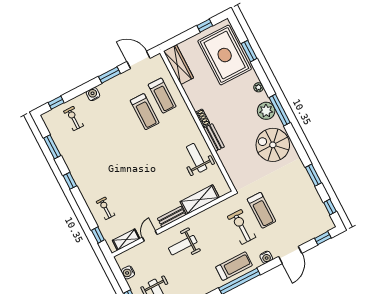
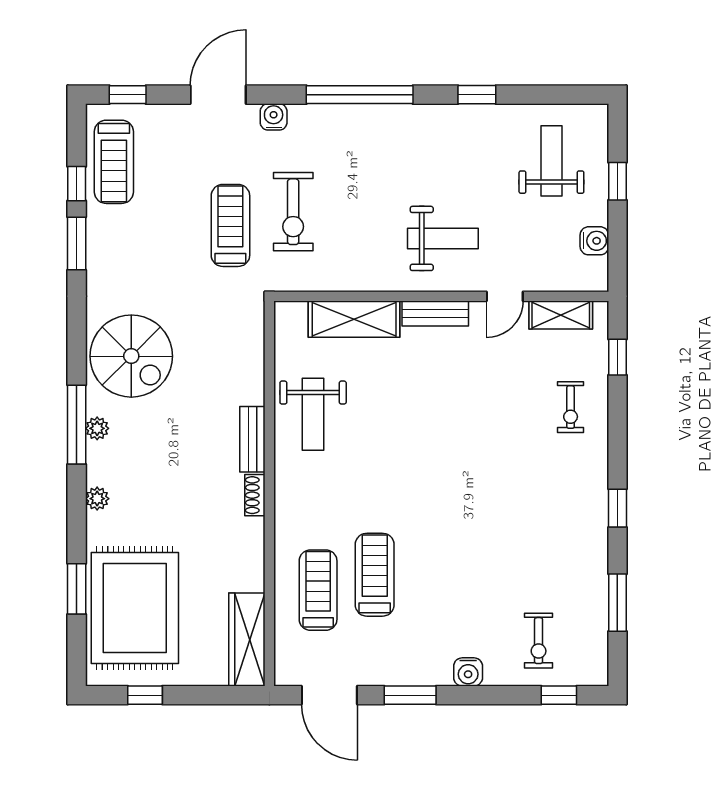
plant: (266, 111) -> (97, 428), width x0.53, depth x0.53
window: (330, 207) -> (77, 184), moved
treadmill: (234, 266) -> (114, 162), moved, turned -90

